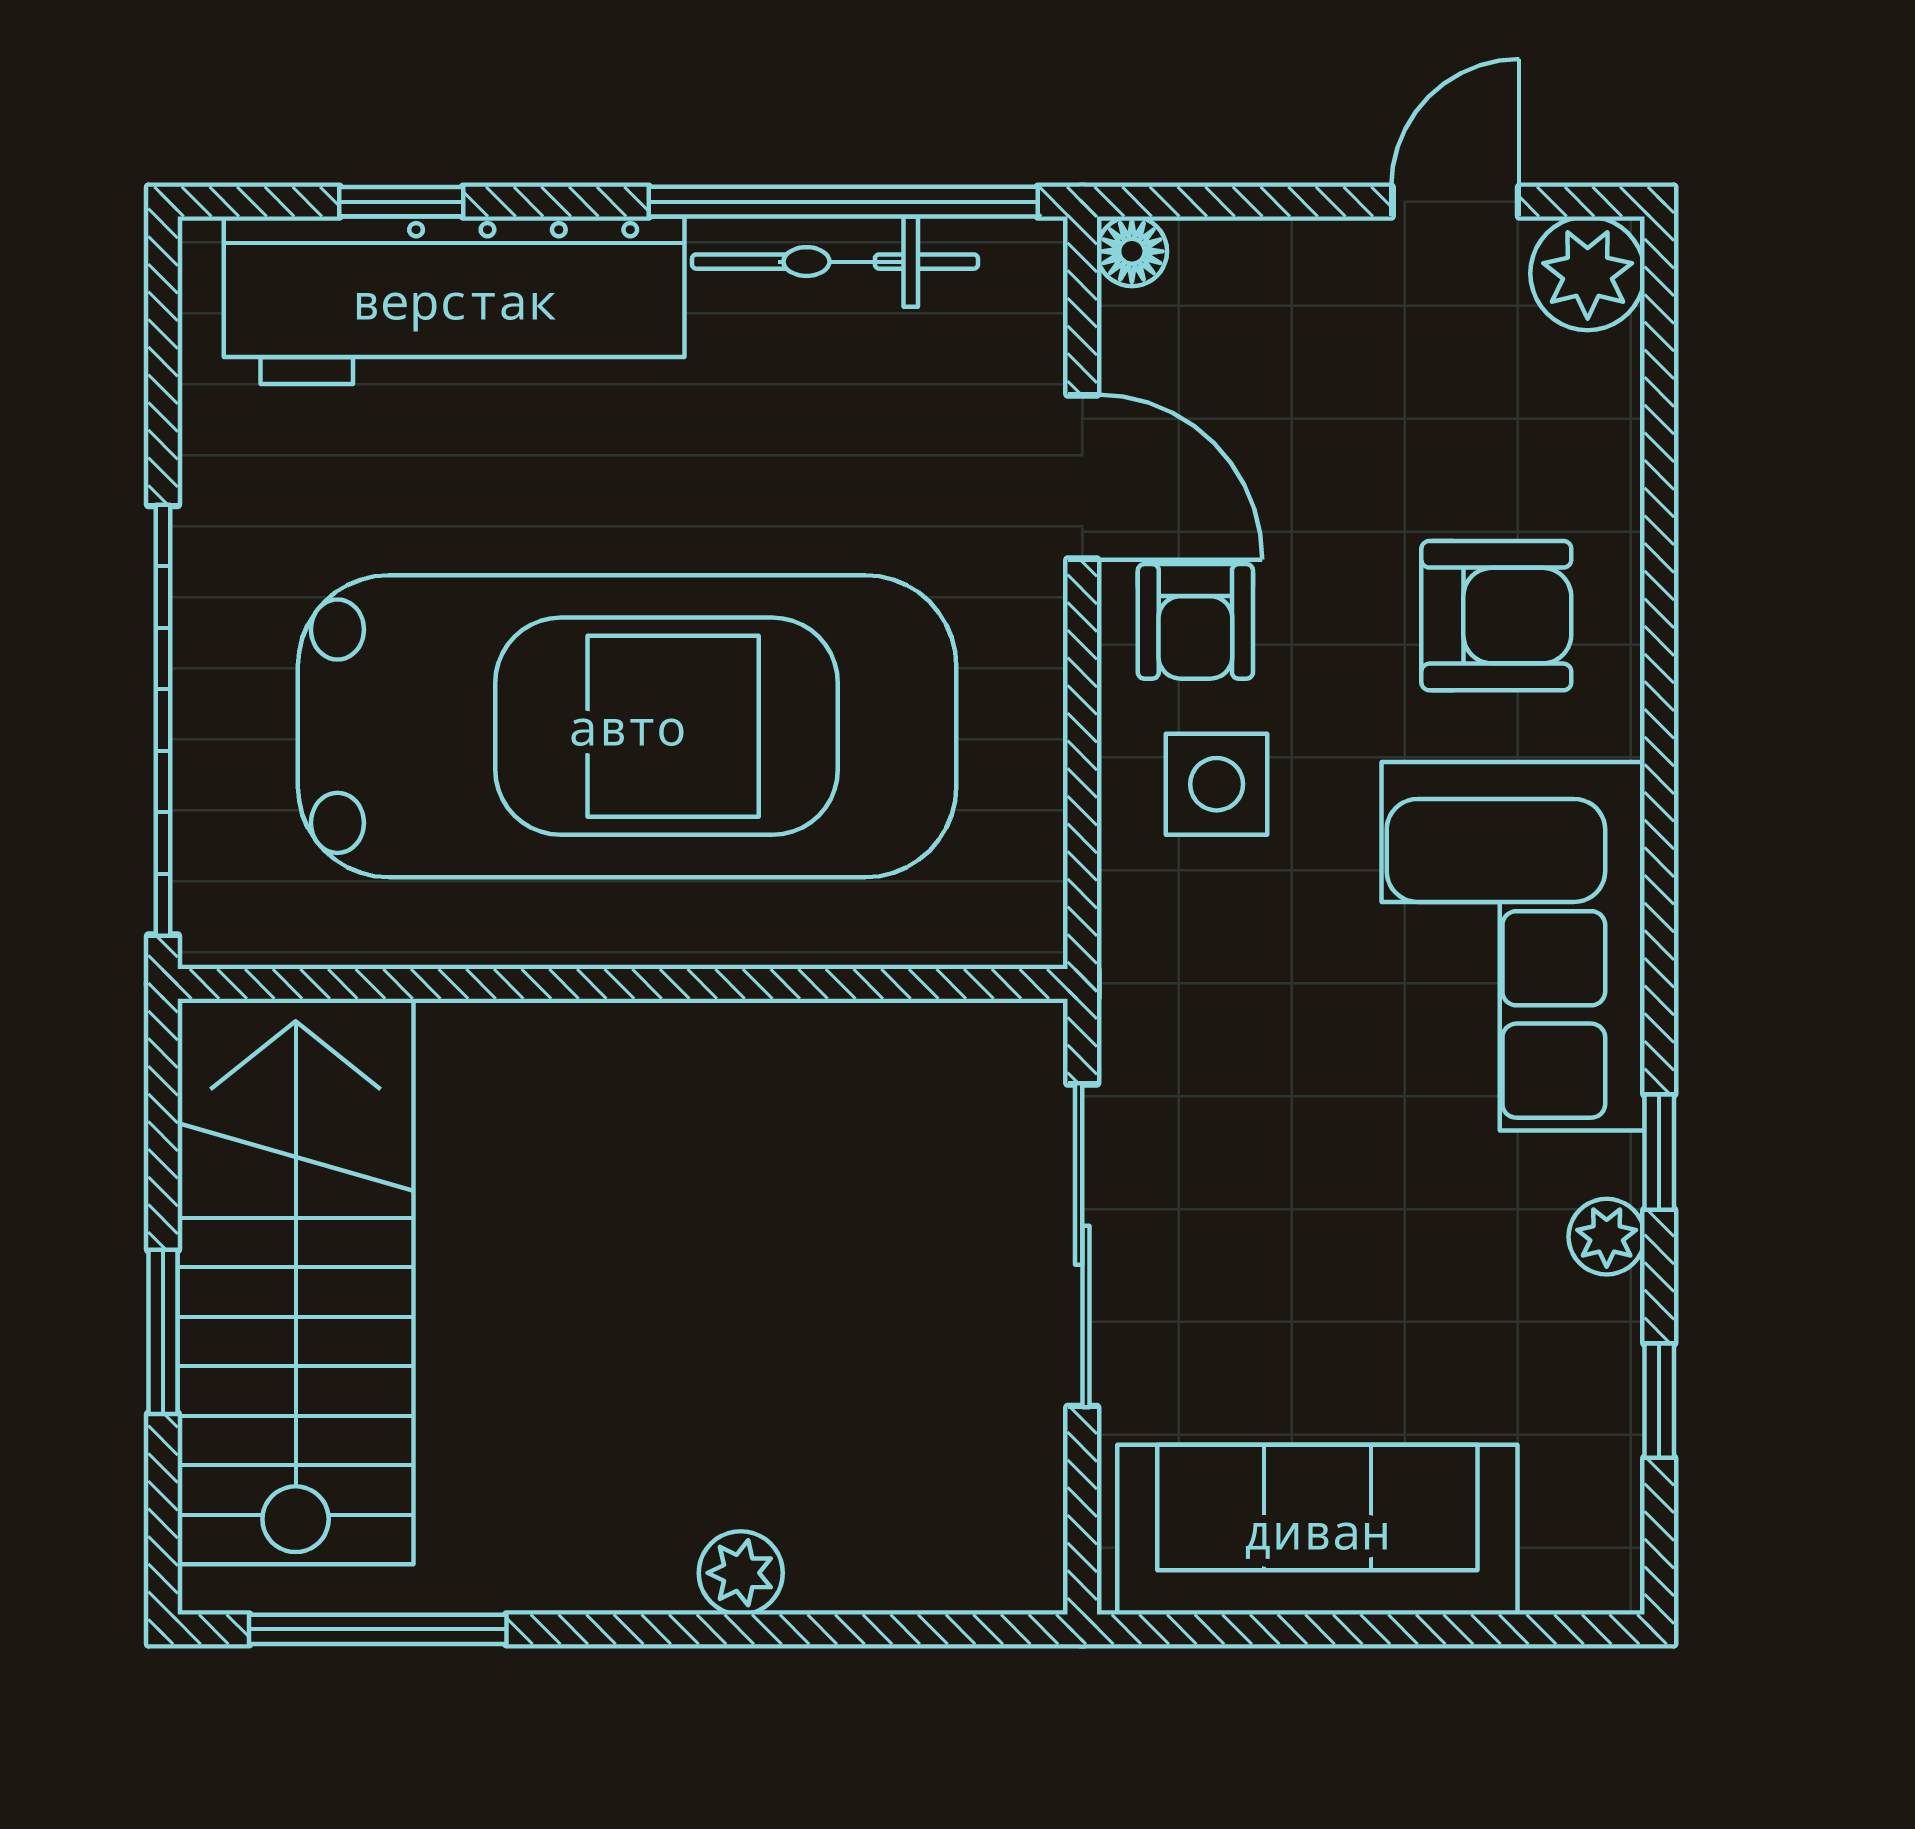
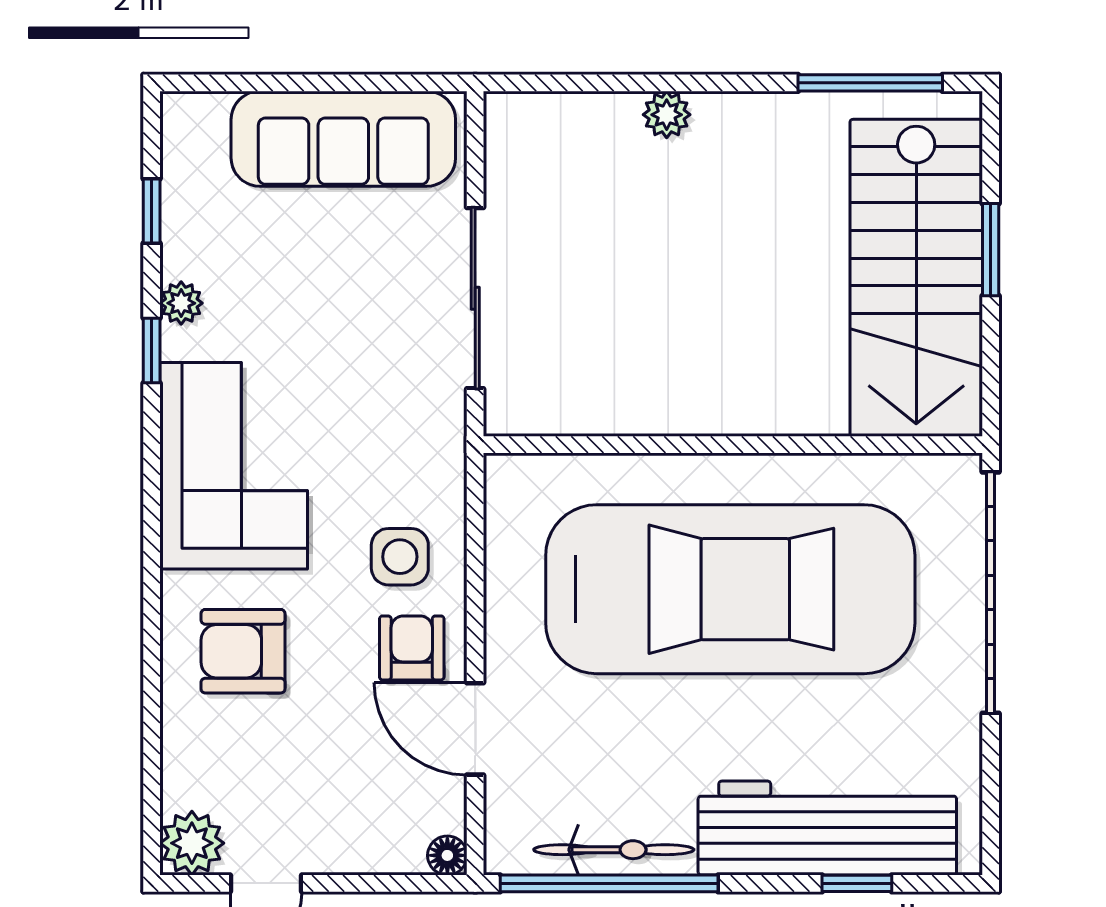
car: (627, 726) -> (730, 589), turned 180

